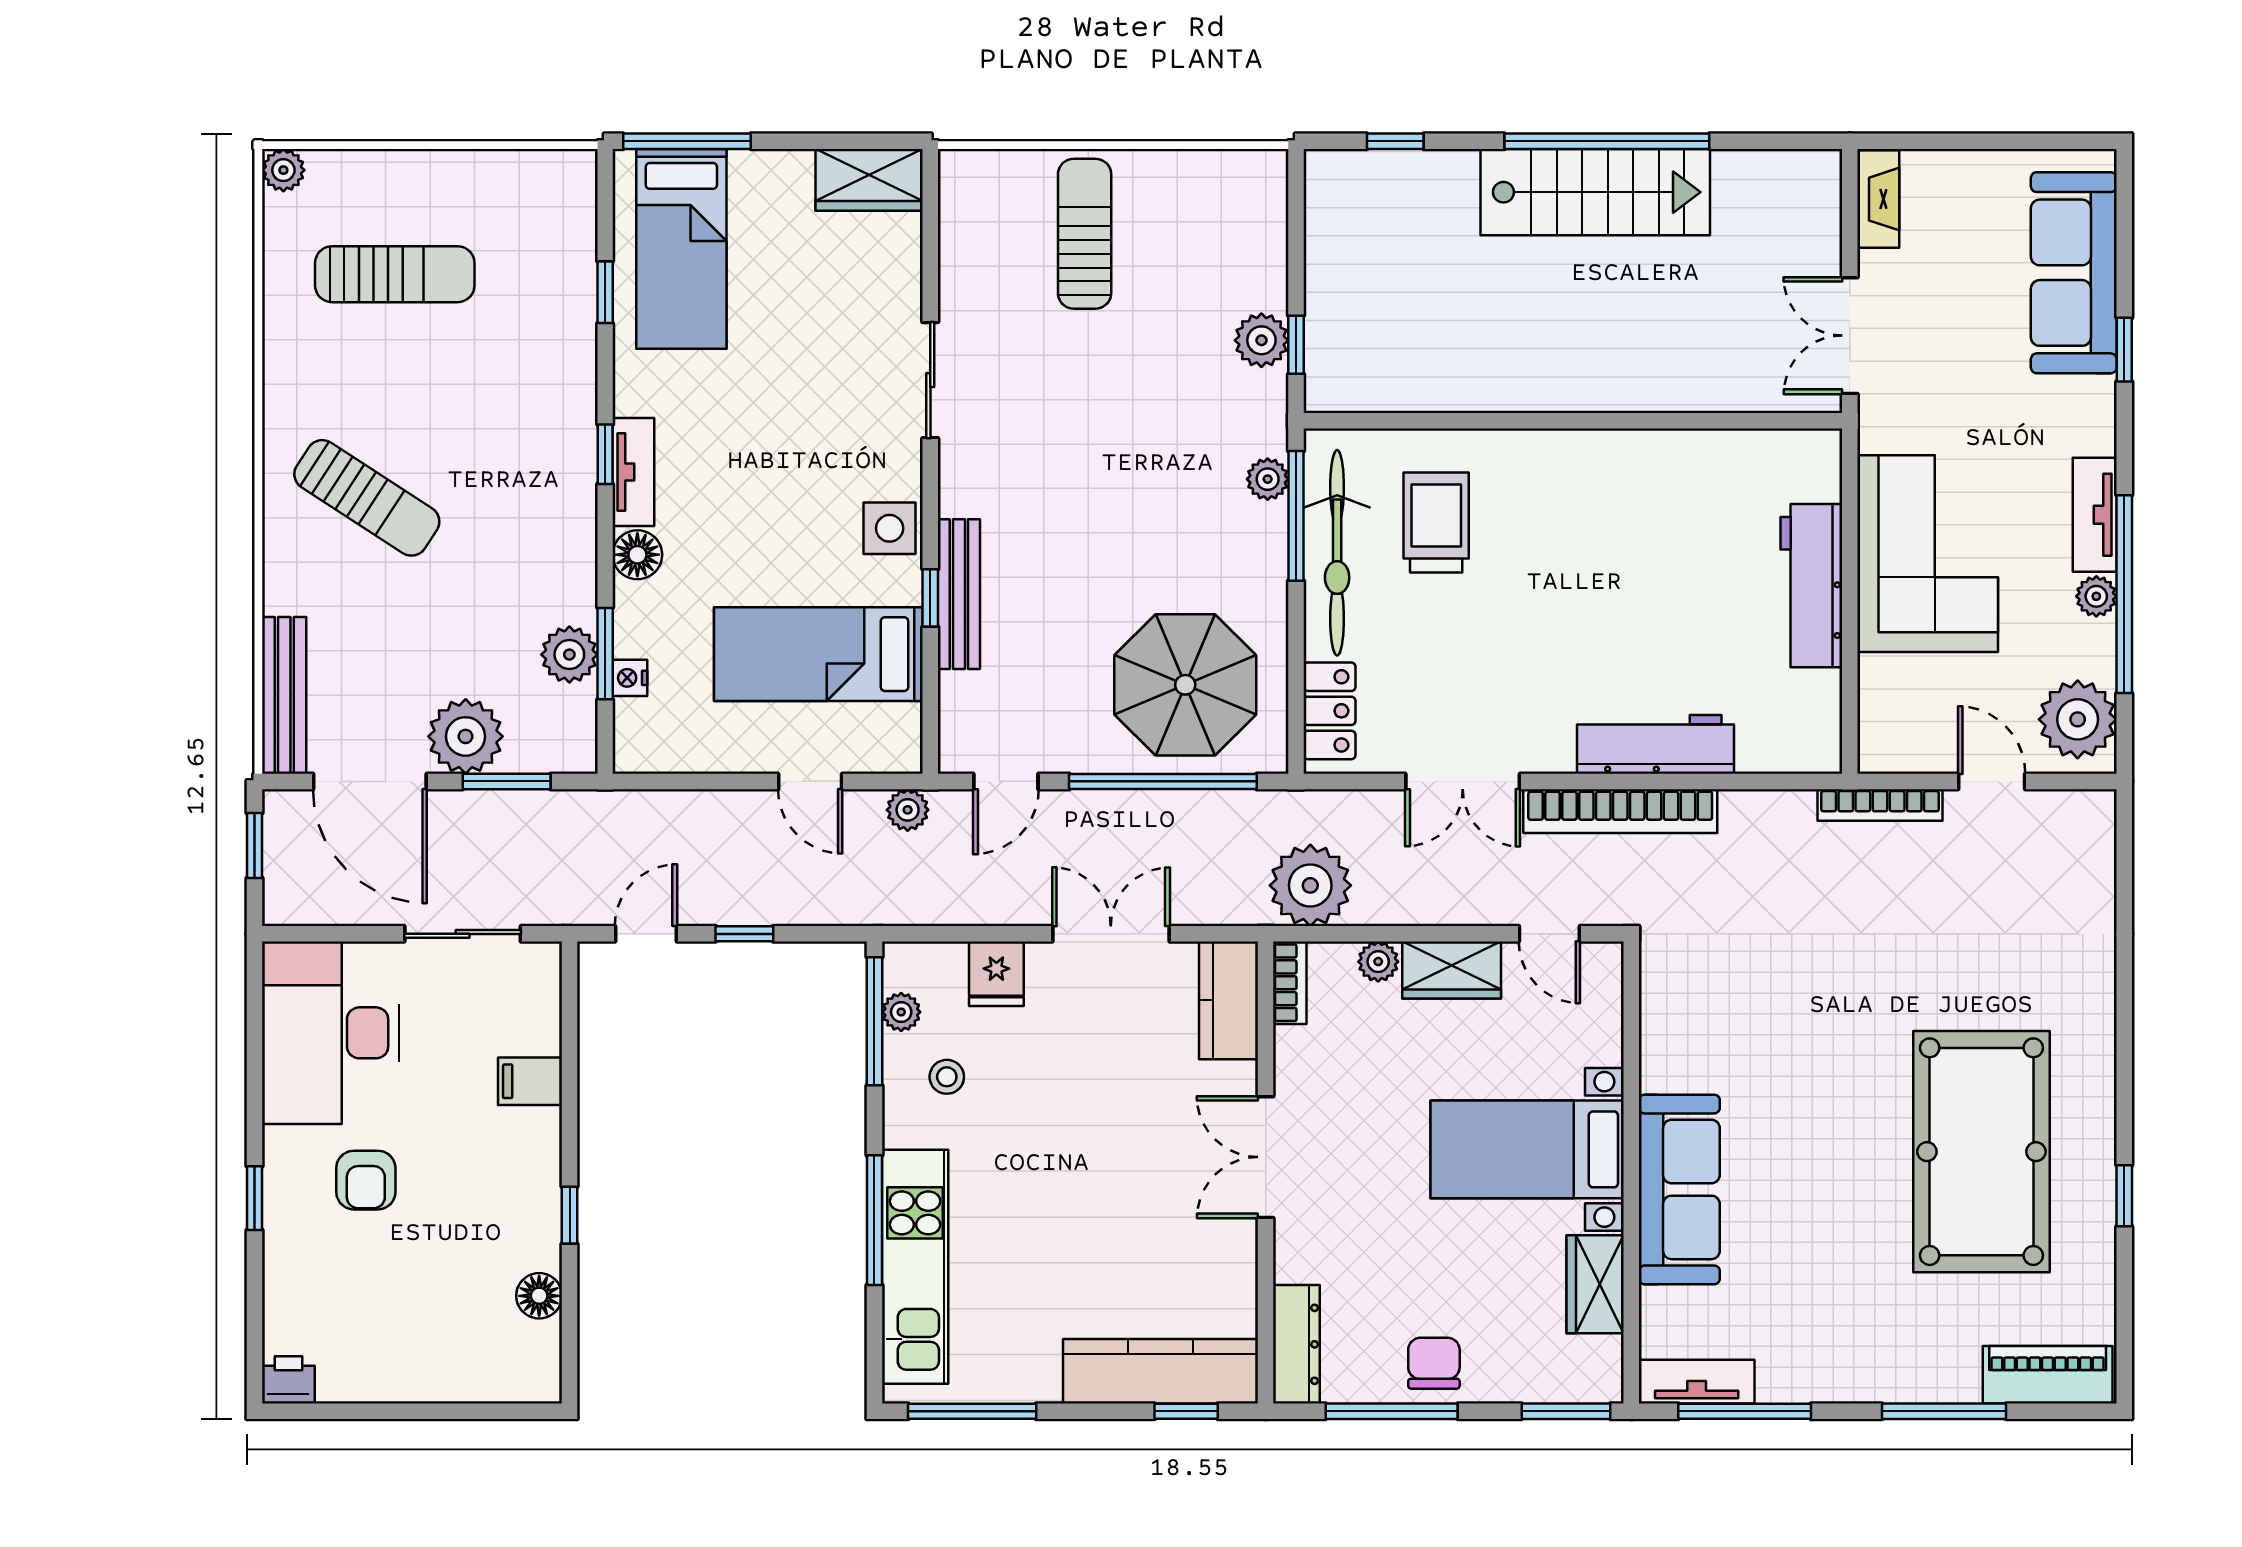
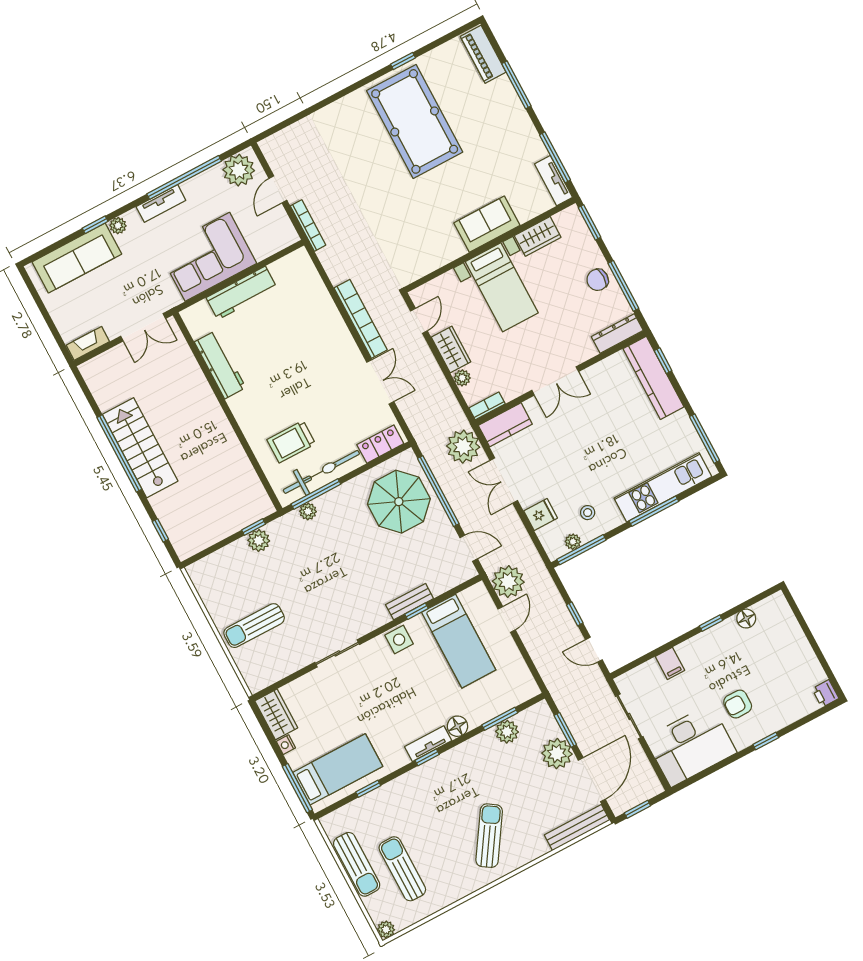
sun lounger: (456, 182) -> (357, 864), added
bench: (959, 594) -> (410, 602), width x0.73
plant: (2096, 596) -> (118, 226), moved
nightstand: (630, 678) -> (286, 745), moved, turned 90
workbench: (1655, 744) -> (220, 365), moved, turned 180
plant: (908, 810) -> (508, 582), width x1.88, depth x1.88
plant: (1310, 885) -> (463, 447), moved
pool table: (1981, 1152) -> (415, 121), turned 90
armchair: (366, 1180) -> (738, 704), turned 180
sofa: (1679, 1189) -> (487, 224), width x0.73

